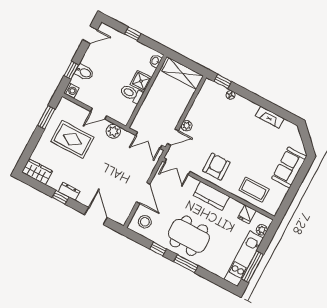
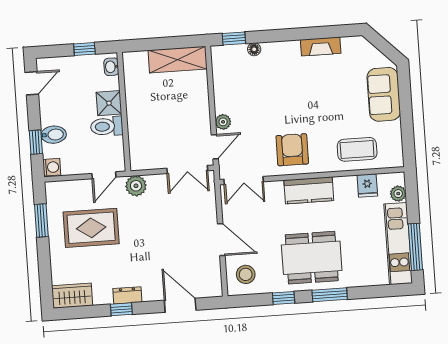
washbasin: (155, 61) -> (111, 67), moved
shower: (141, 81) -> (109, 103), moved
wall: (146, 91) -> (124, 112), moved
toilet: (131, 94) -> (107, 126), moved

